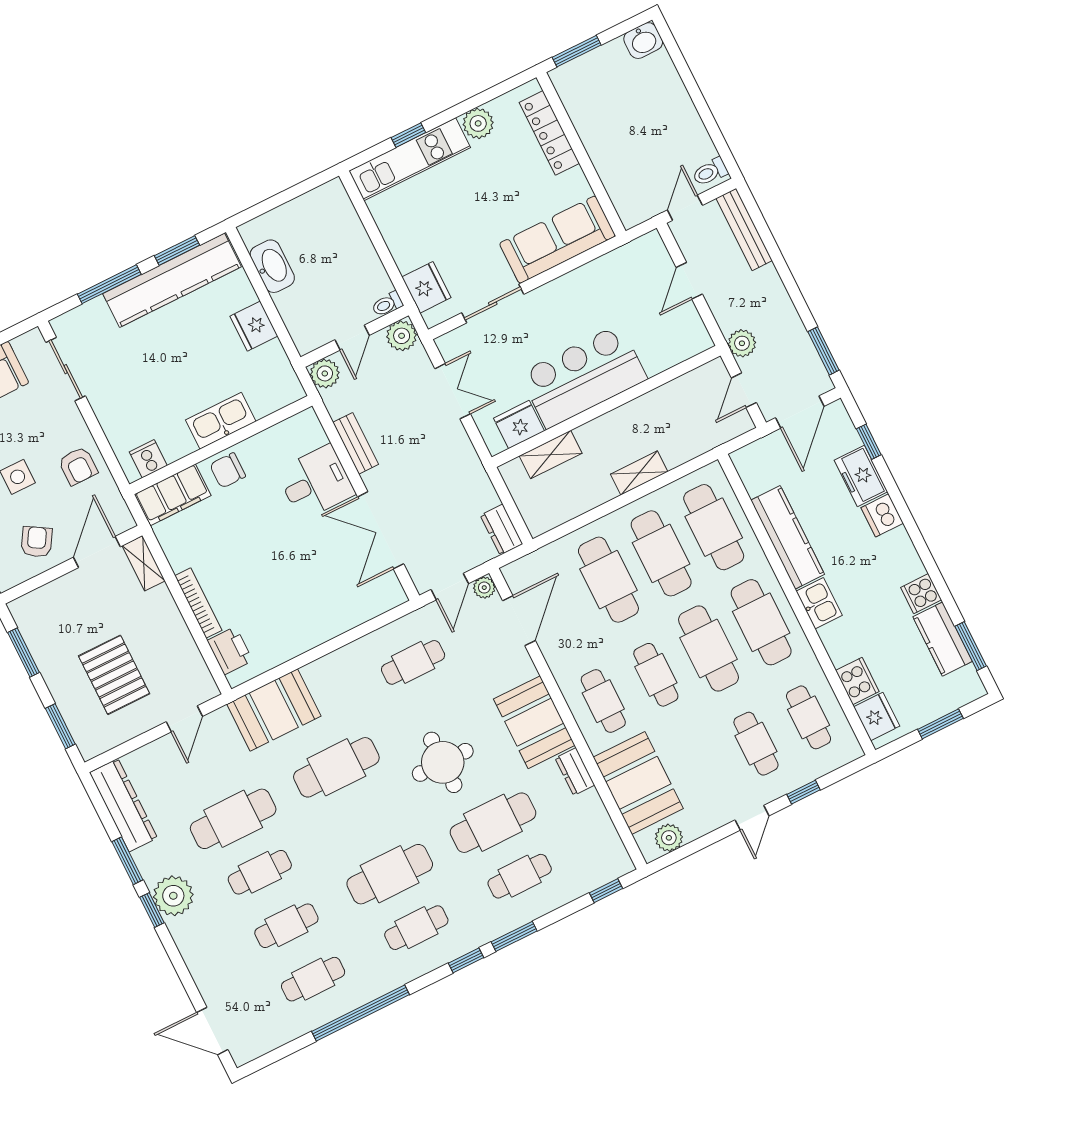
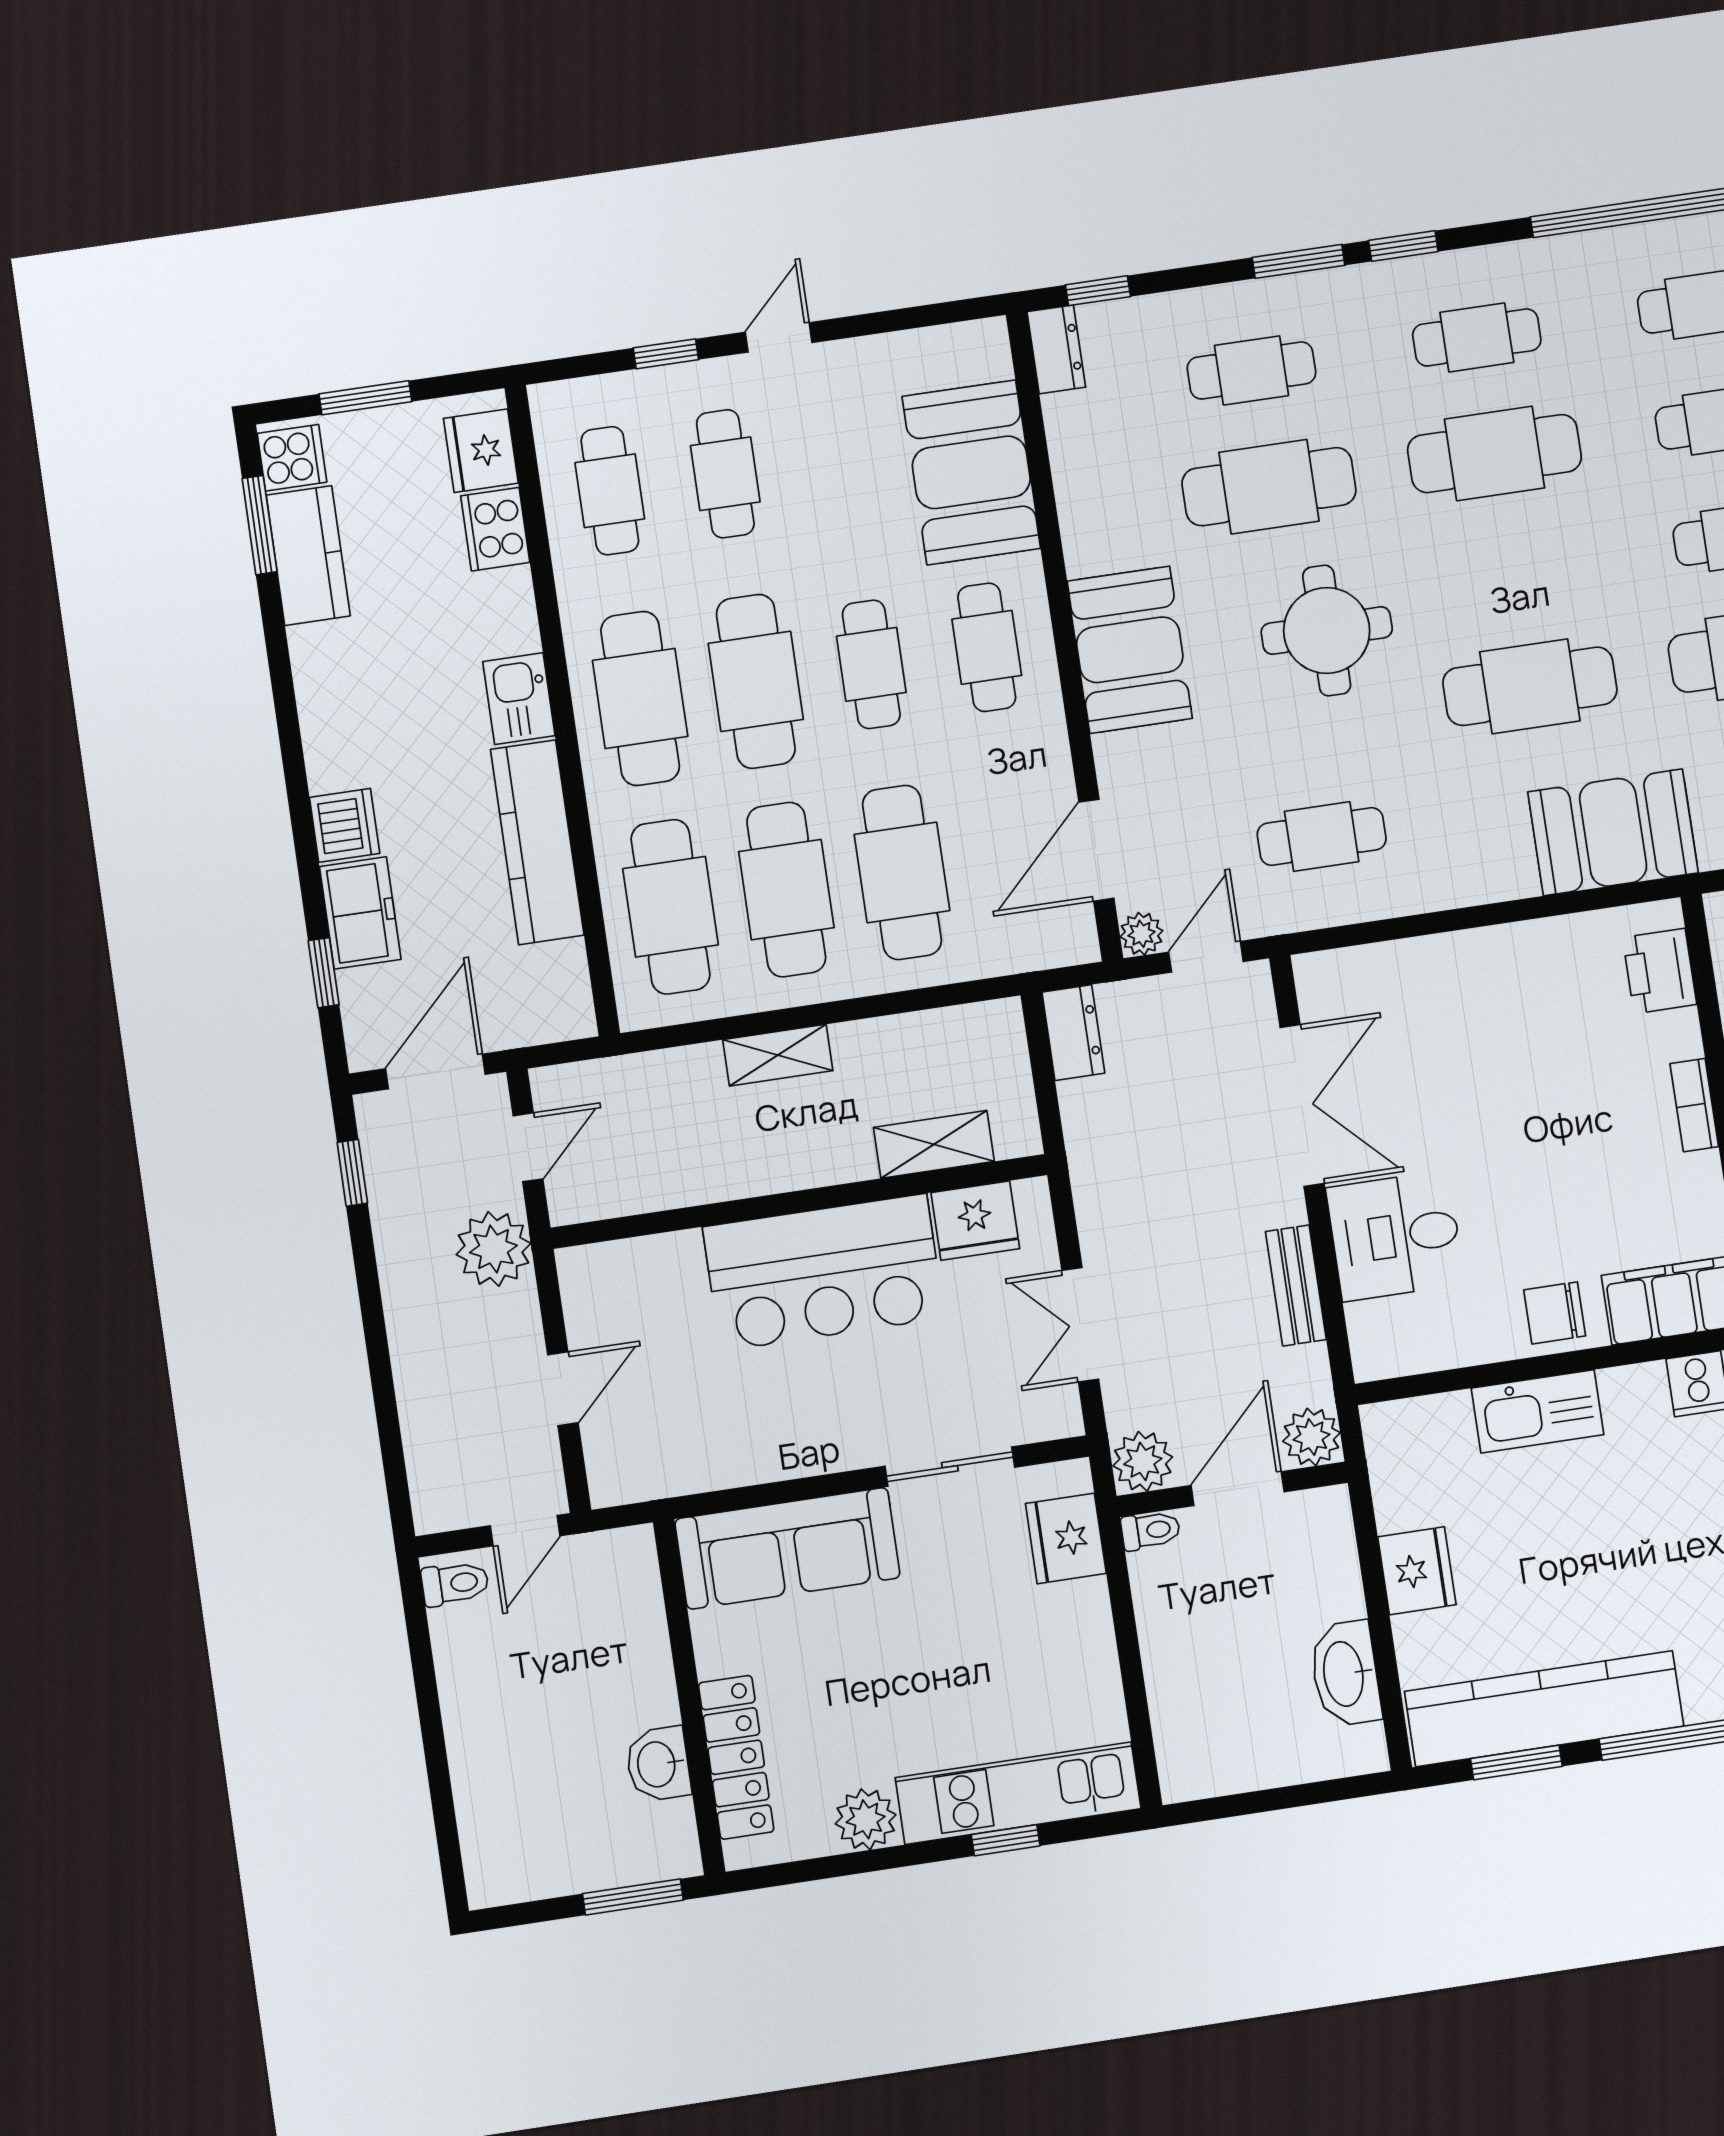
washbasin: (643, 41) -> (658, 1764), moved, turned -90
bench: (744, 229) -> (426, 1453), removed
door: (352, 338) -> (1238, 1489), width x1.38
plant: (742, 343) -> (494, 1249), width x1.36, depth x1.36
window: (823, 351) -> (352, 1173), width x0.67
chair: (228, 470) -> (1555, 1313), turned 180
cooker: (921, 594) -> (292, 458), moved
bookcase: (198, 603) -> (1694, 1105), width x0.64
dresser: (575, 772) -> (1056, 349), moved
plant: (669, 838) -> (947, 351), removed

